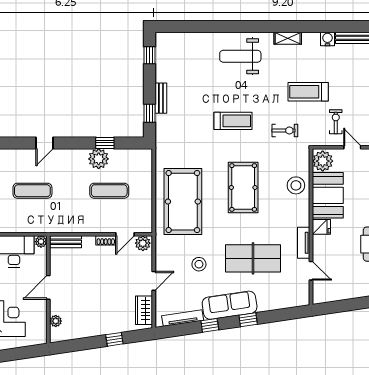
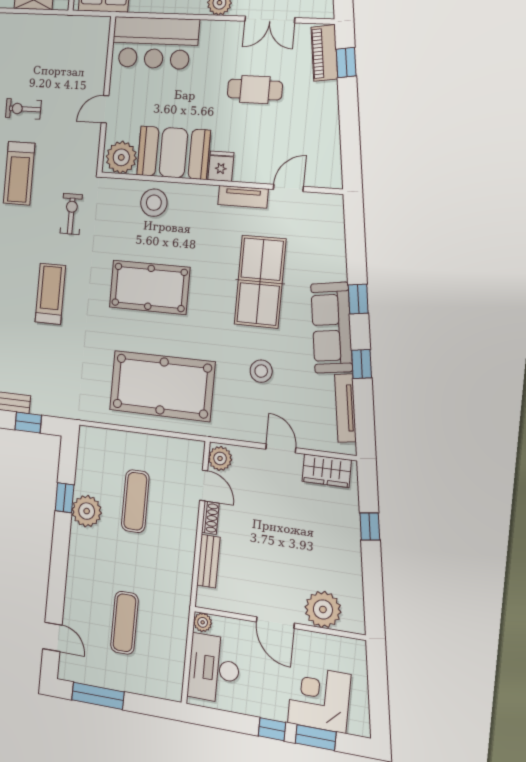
exercise bike: (336, 122) -> (23, 109), moved
door: (44, 143) -> (52, 637), moved
bench: (66, 242) -> (208, 561), moved
plant: (56, 321) -> (323, 609), width x1.88, depth x1.88

